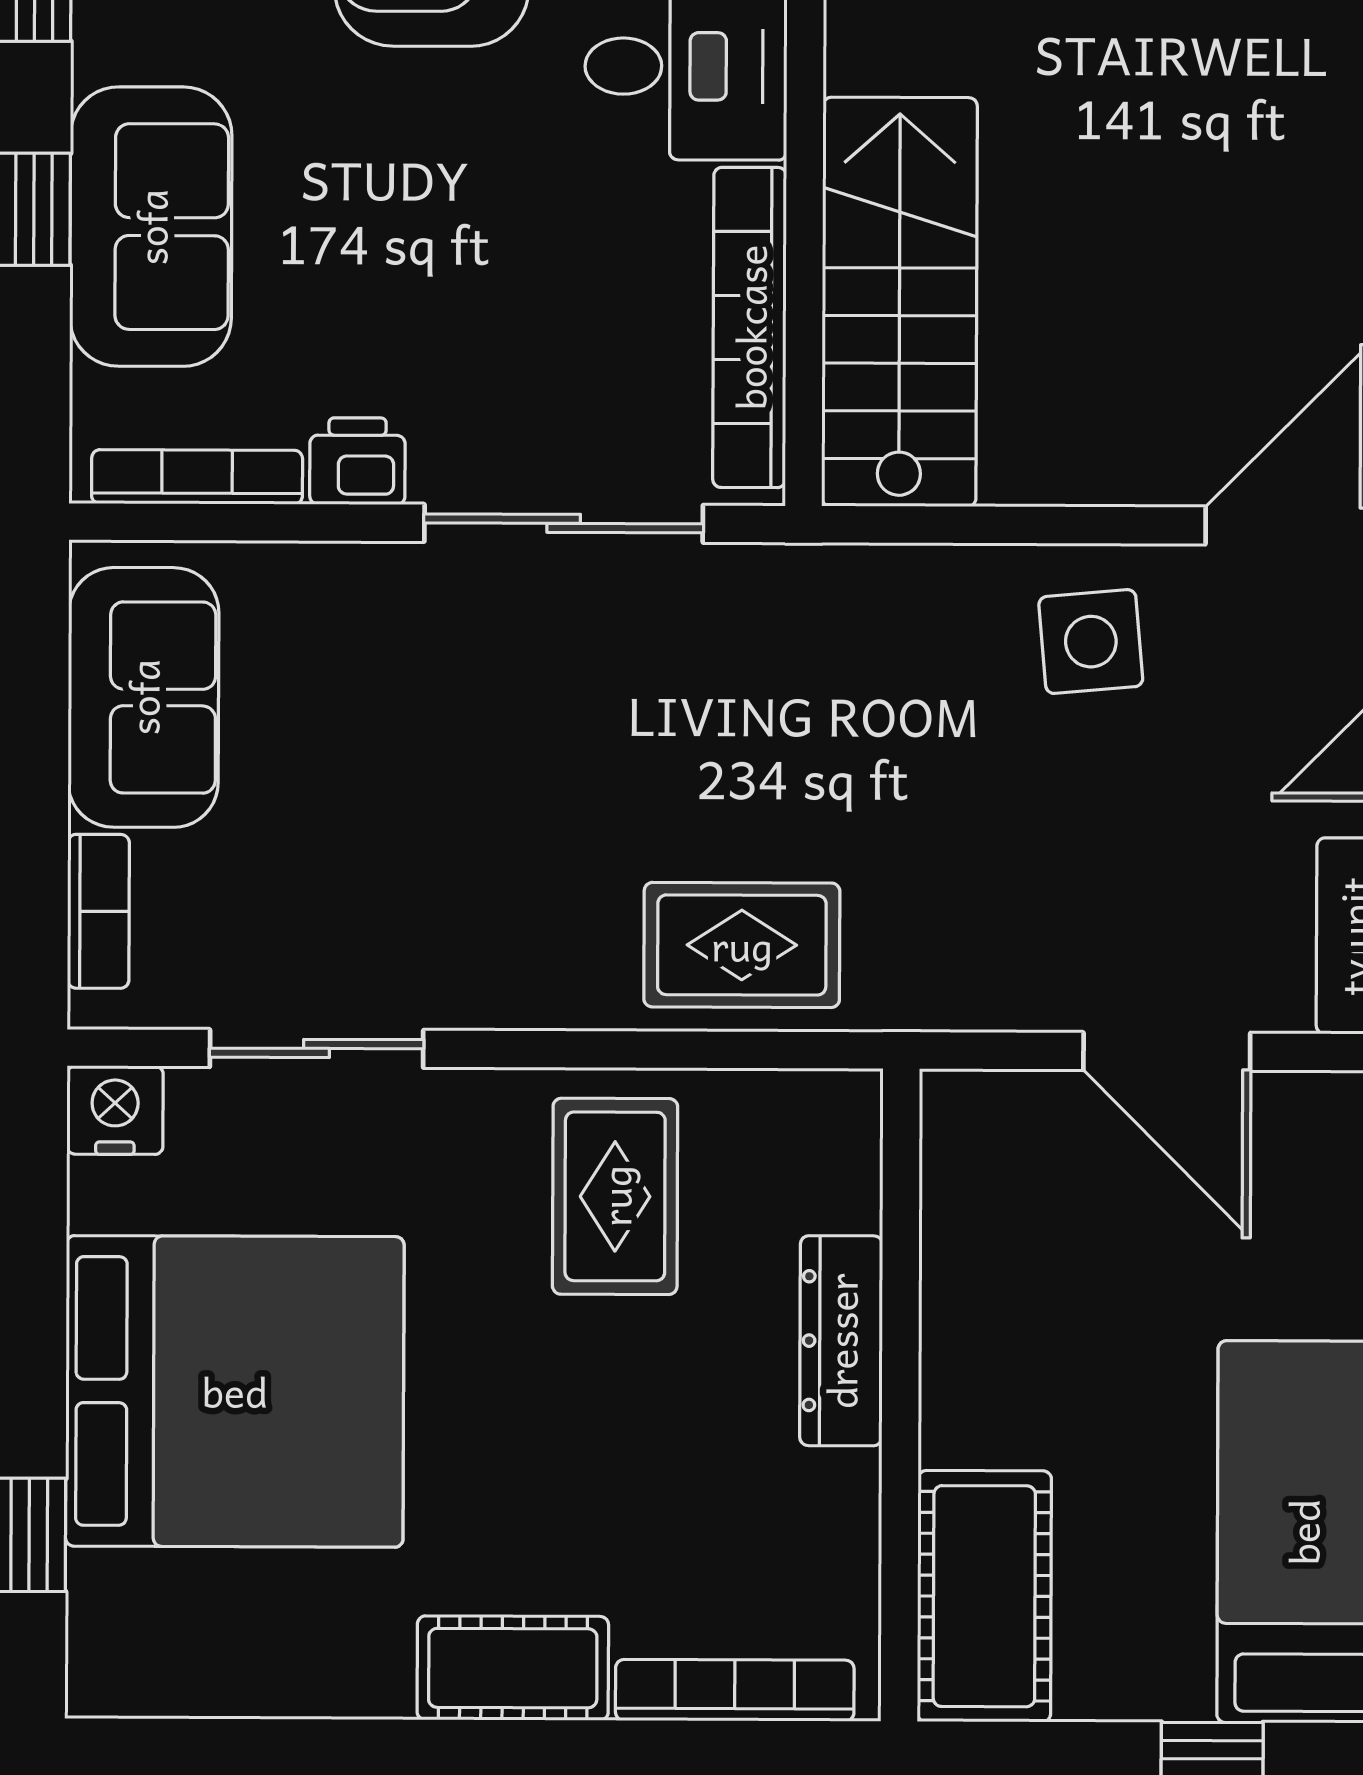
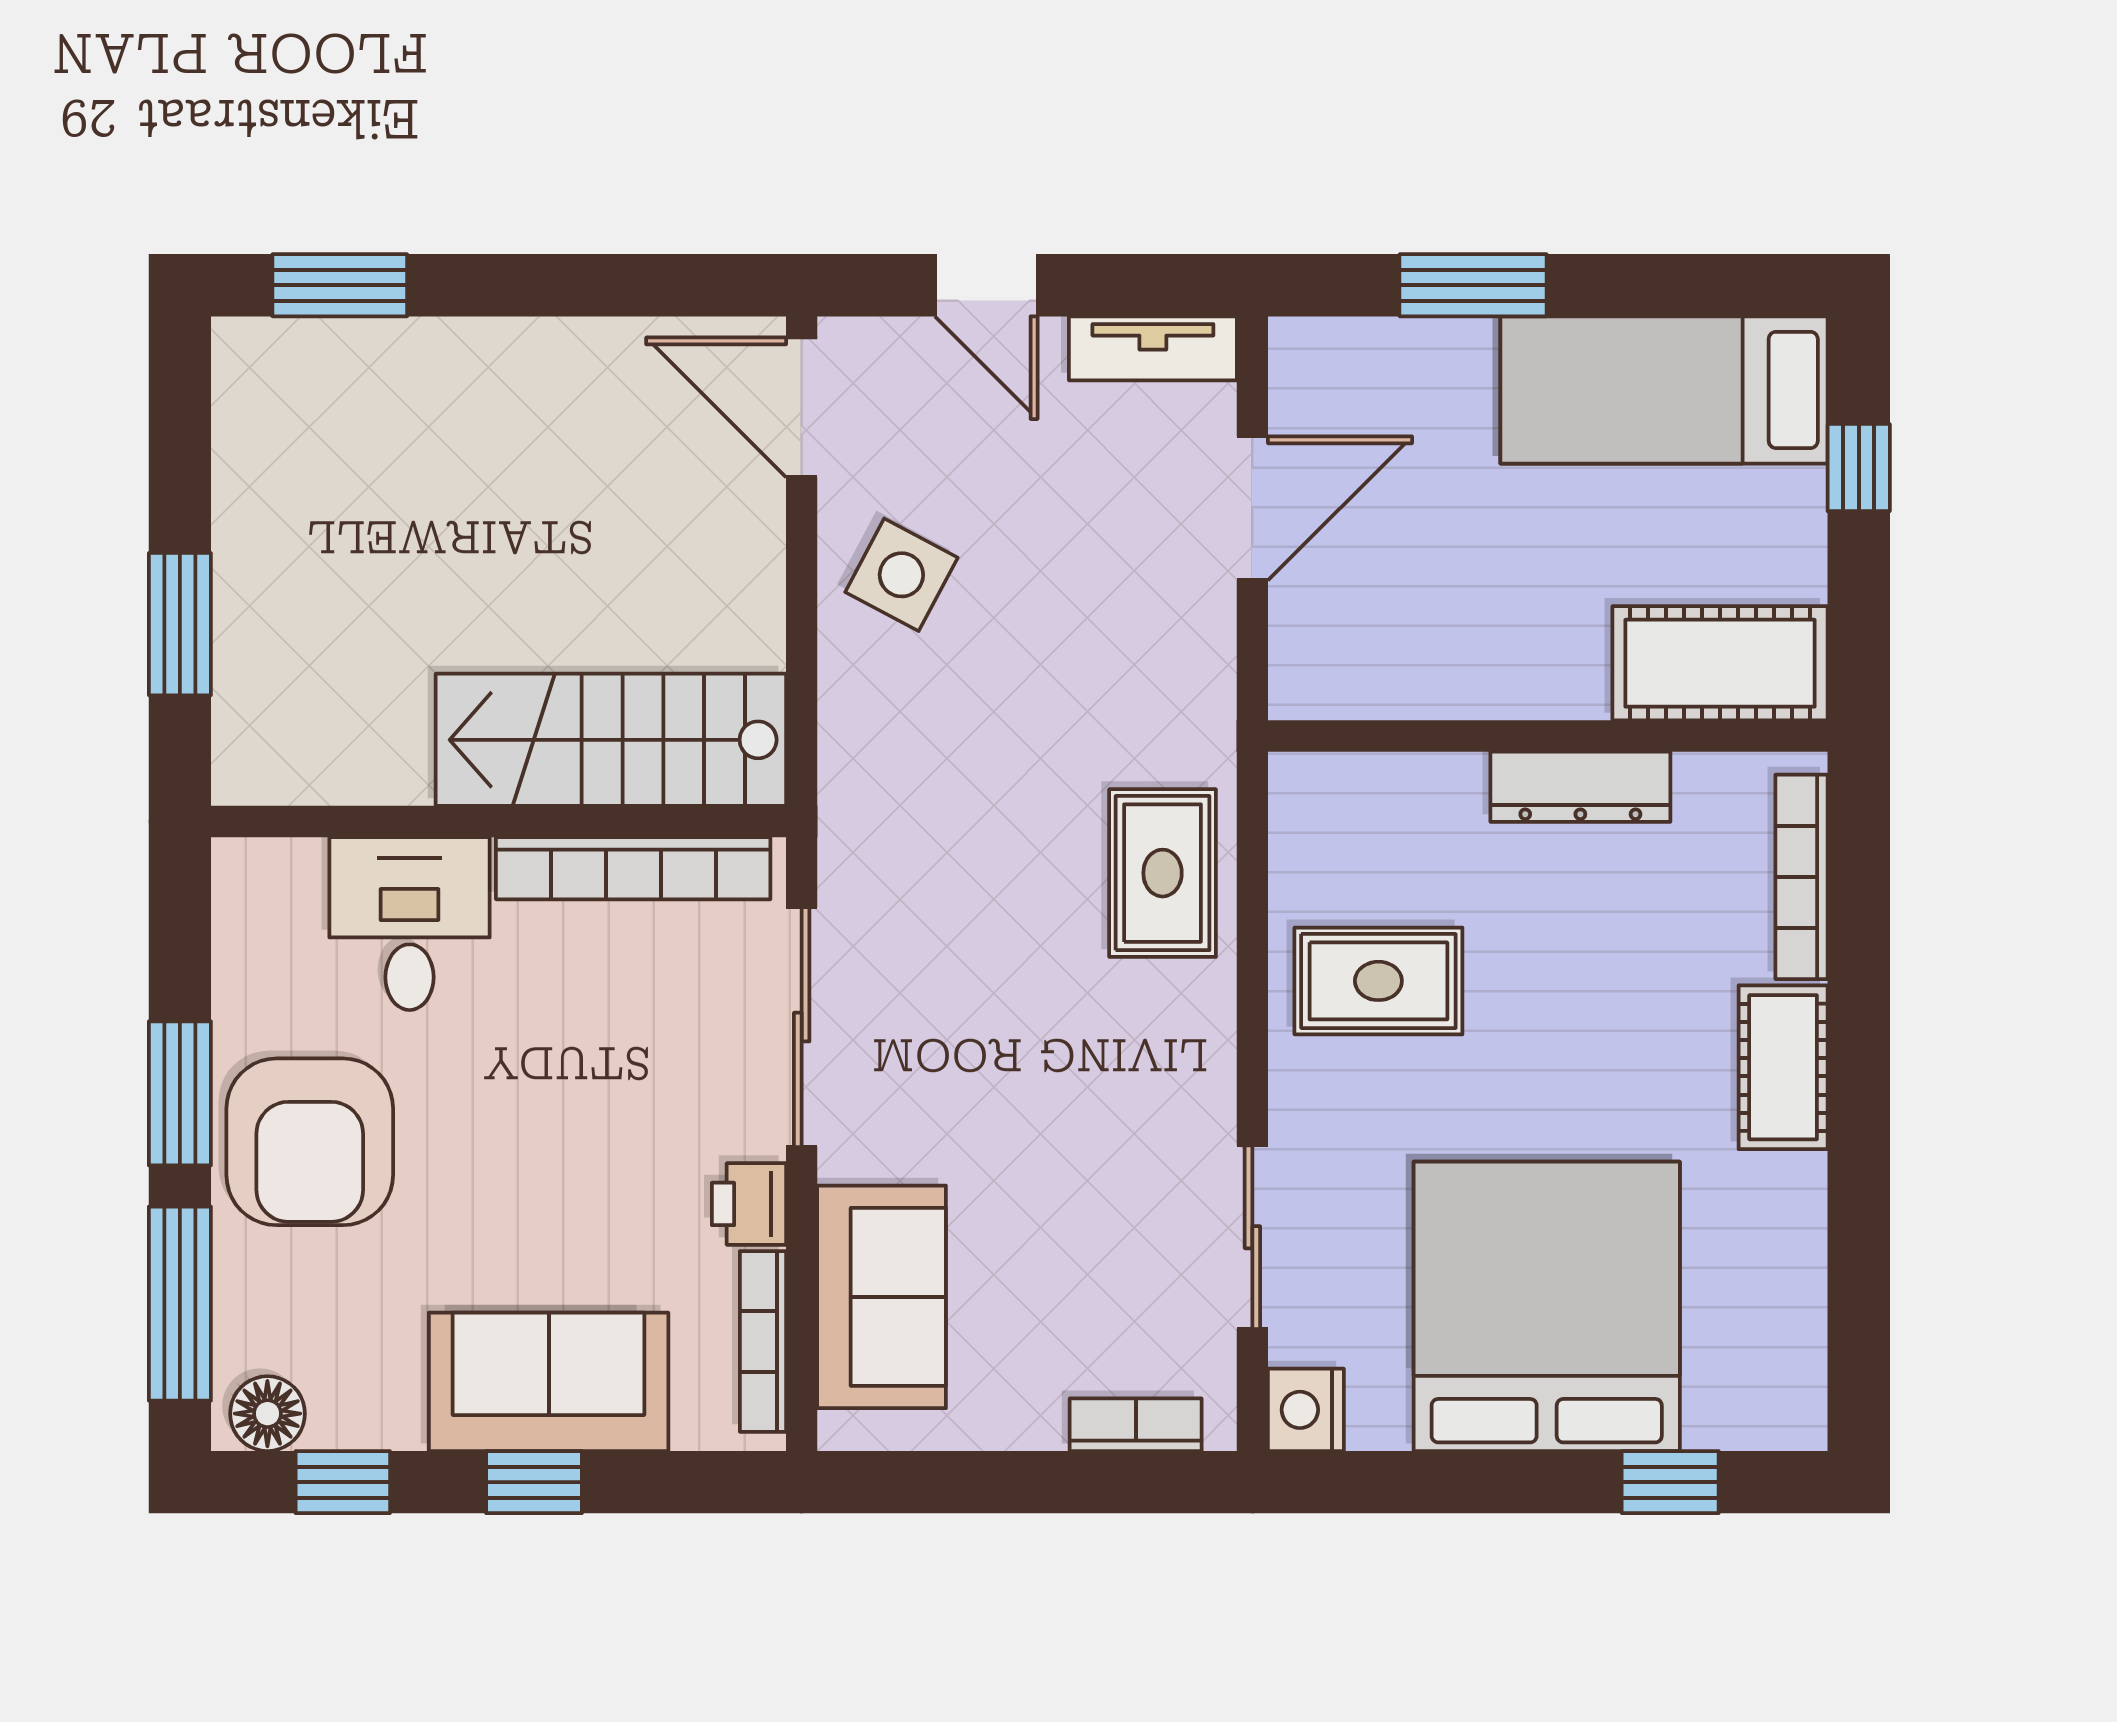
side table: (1091, 642) -> (901, 575), turned 33
sofa: (143, 697) -> (882, 1297), moved, turned 90
dresser: (841, 1341) -> (1580, 787), moved

